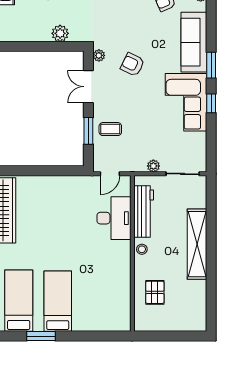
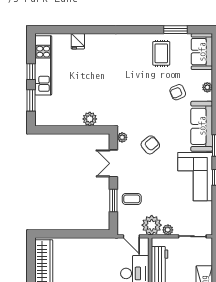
armchair: (132, 64) -> (150, 145), turned 114
plant: (134, 160) -> (152, 225), added
door: (110, 174) -> (131, 236), hinge flipped

